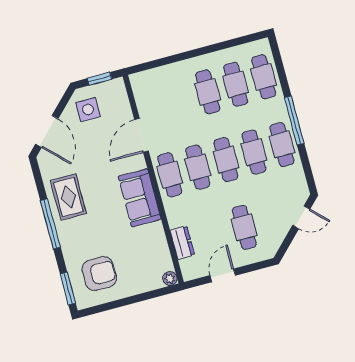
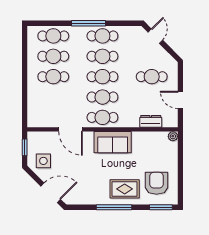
rug: (68, 197) -> (125, 189), moved

